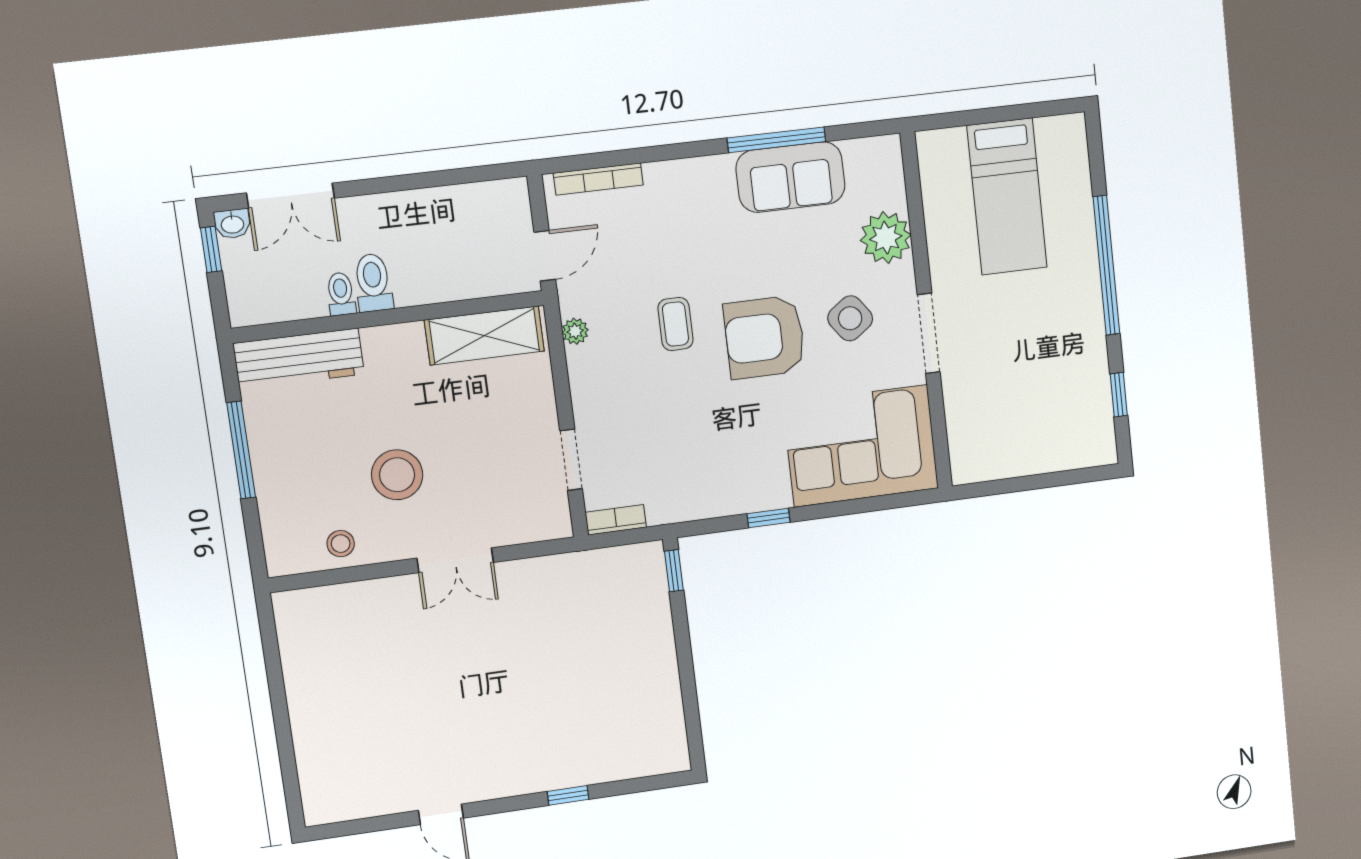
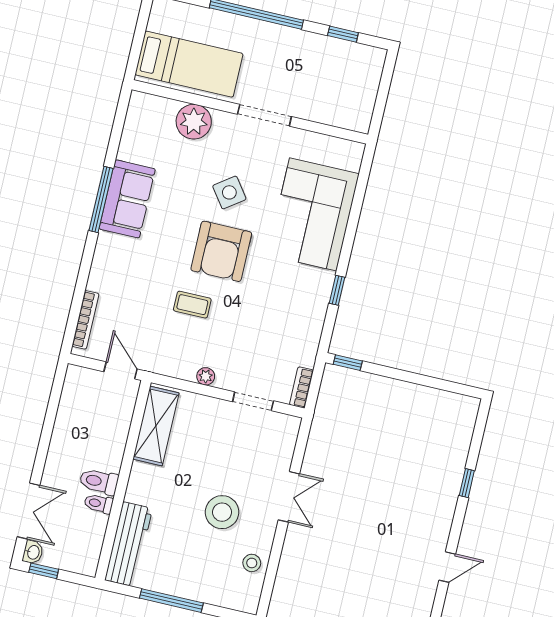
plant: (886, 238) -> (194, 122), moved
wall: (926, 312) -> (250, 112), moved
plant: (575, 331) -> (206, 376), moved
doorway: (929, 333) -> (264, 115), moved

